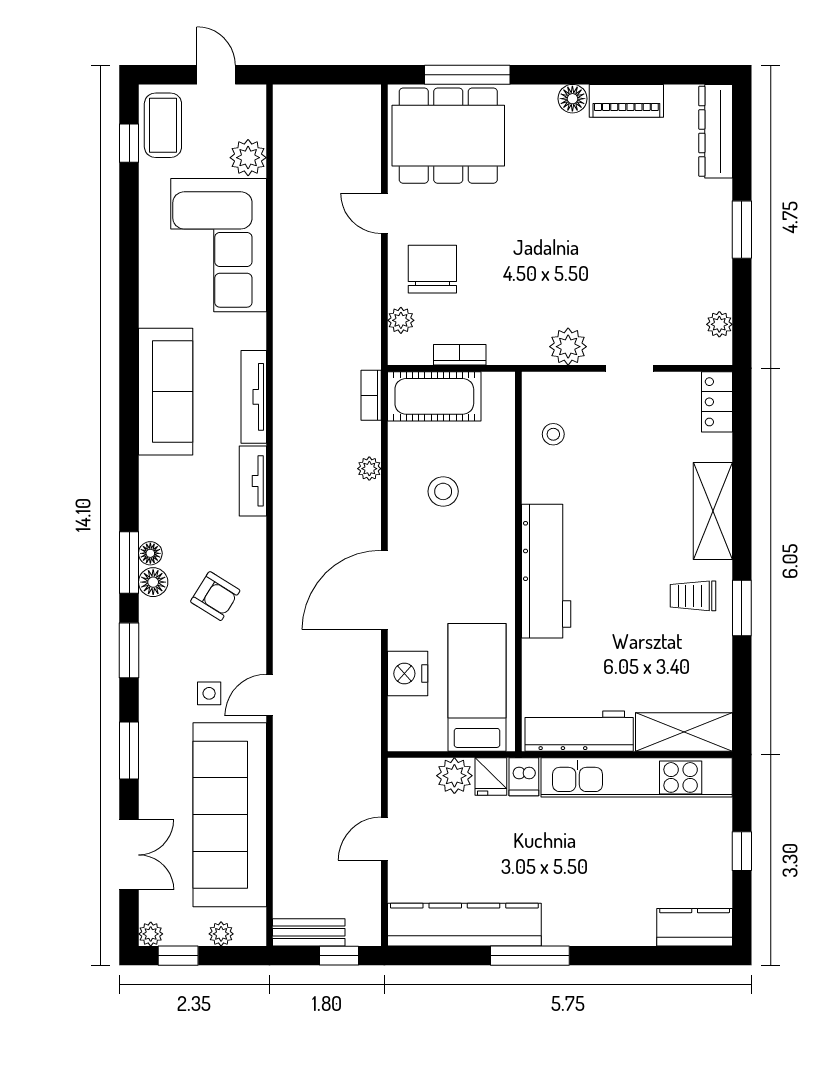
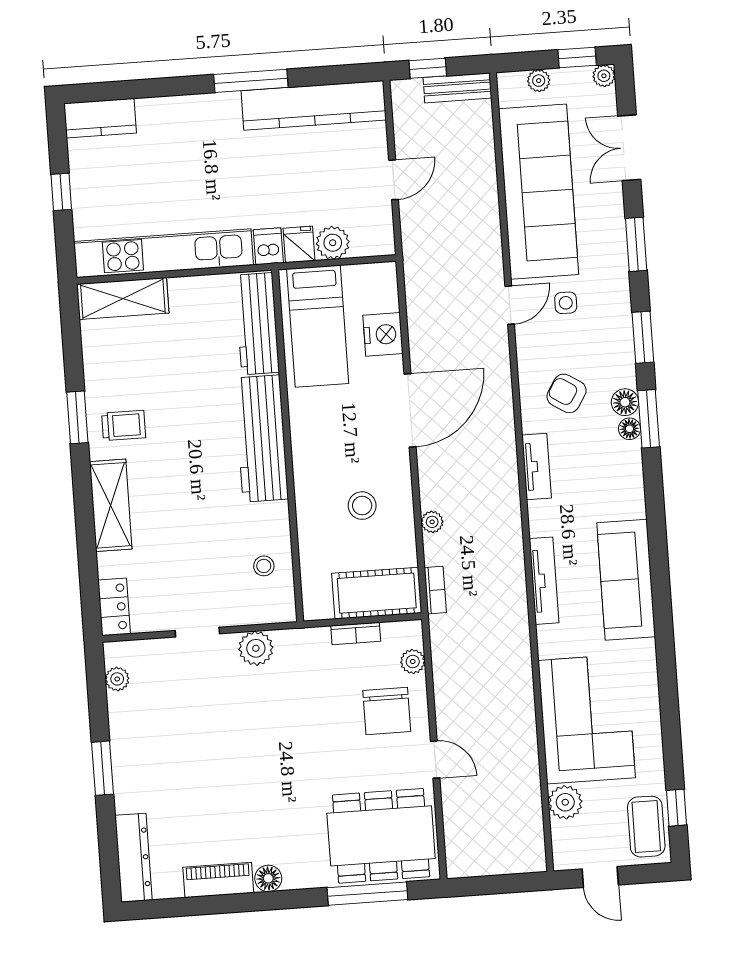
tv unit: (253, 481) -> (537, 466), moved
workbench: (579, 731) -> (257, 324), moved, turned 90

